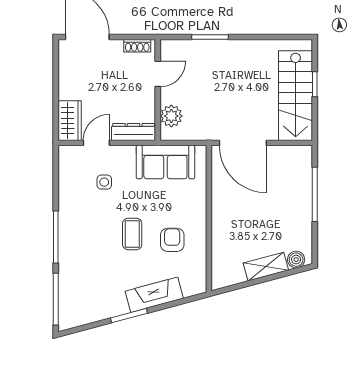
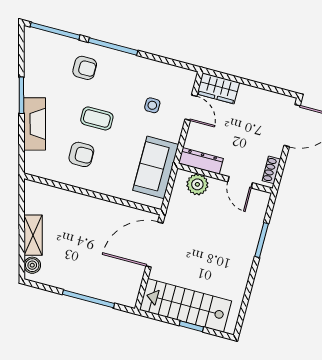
dresser: (134, 132) -> (201, 161), moved, turned -90
armchair: (85, 260) -> (85, 68), added

